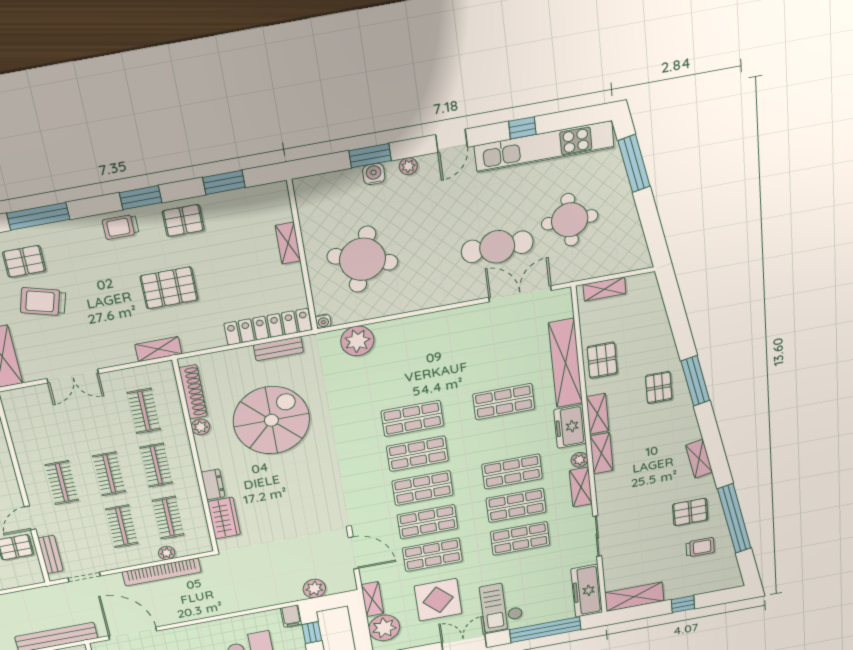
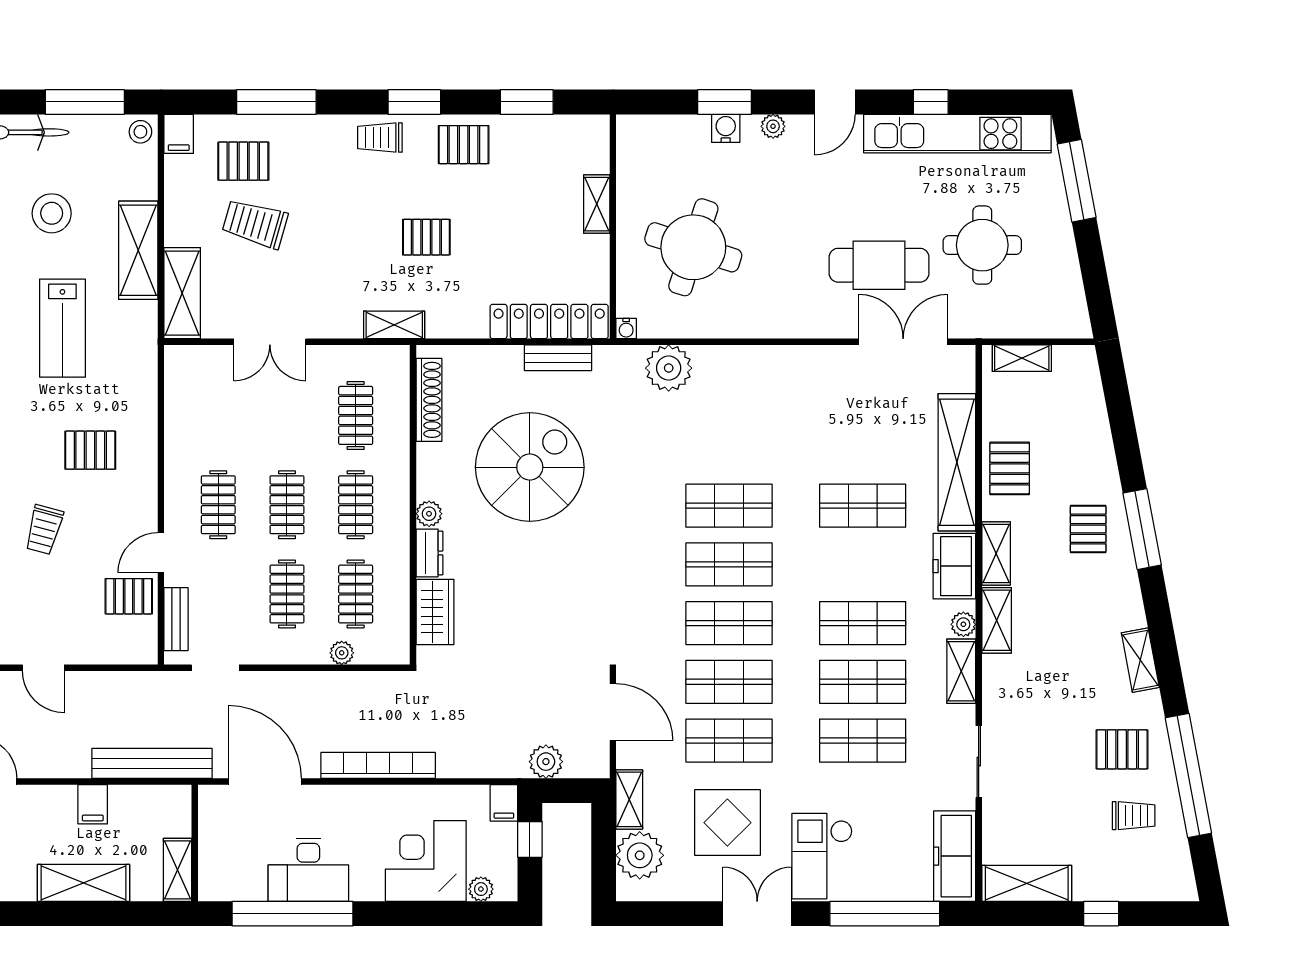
pallet: (169, 288) -> (426, 237), width x0.67, depth x0.71
plant: (200, 427) -> (429, 514), moved
bookcase: (162, 572) -> (378, 765), moved, turned 180

